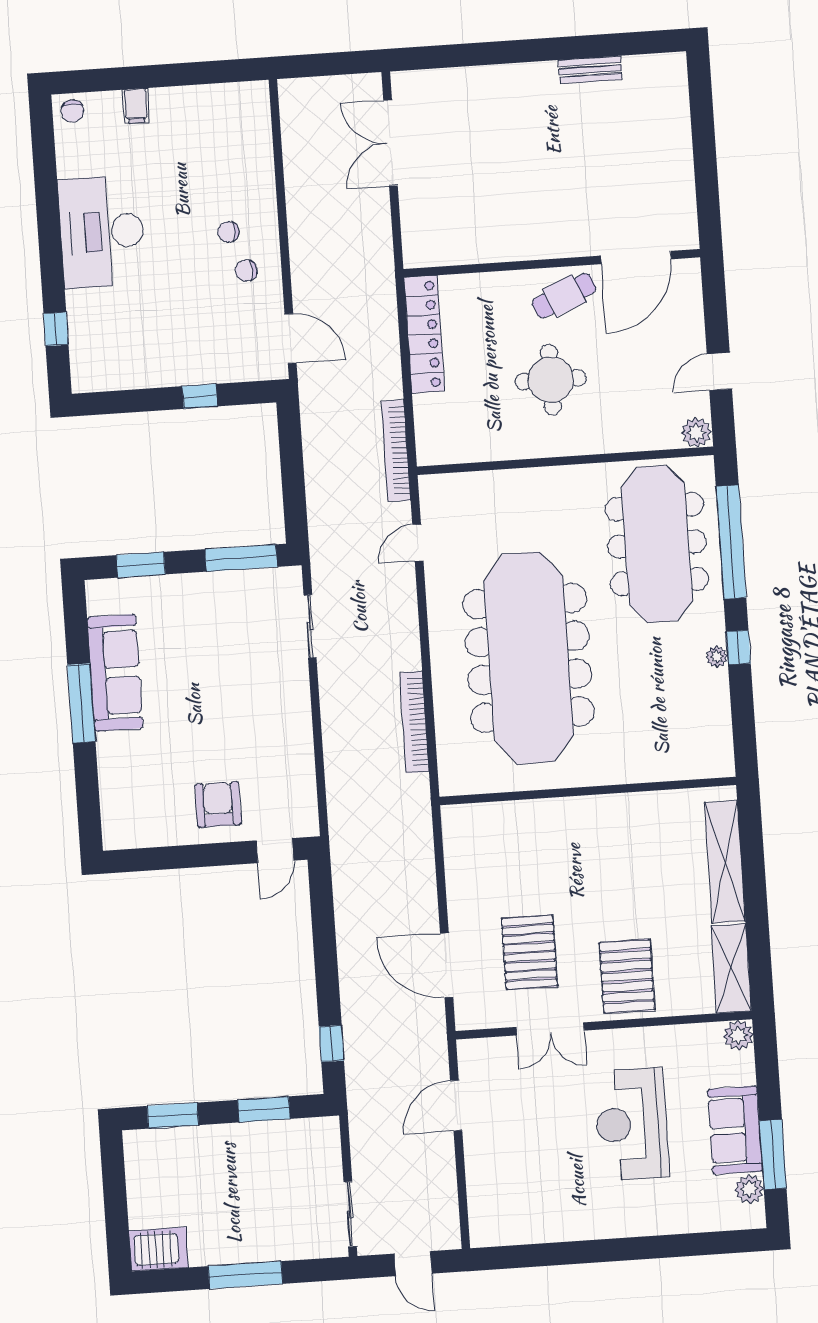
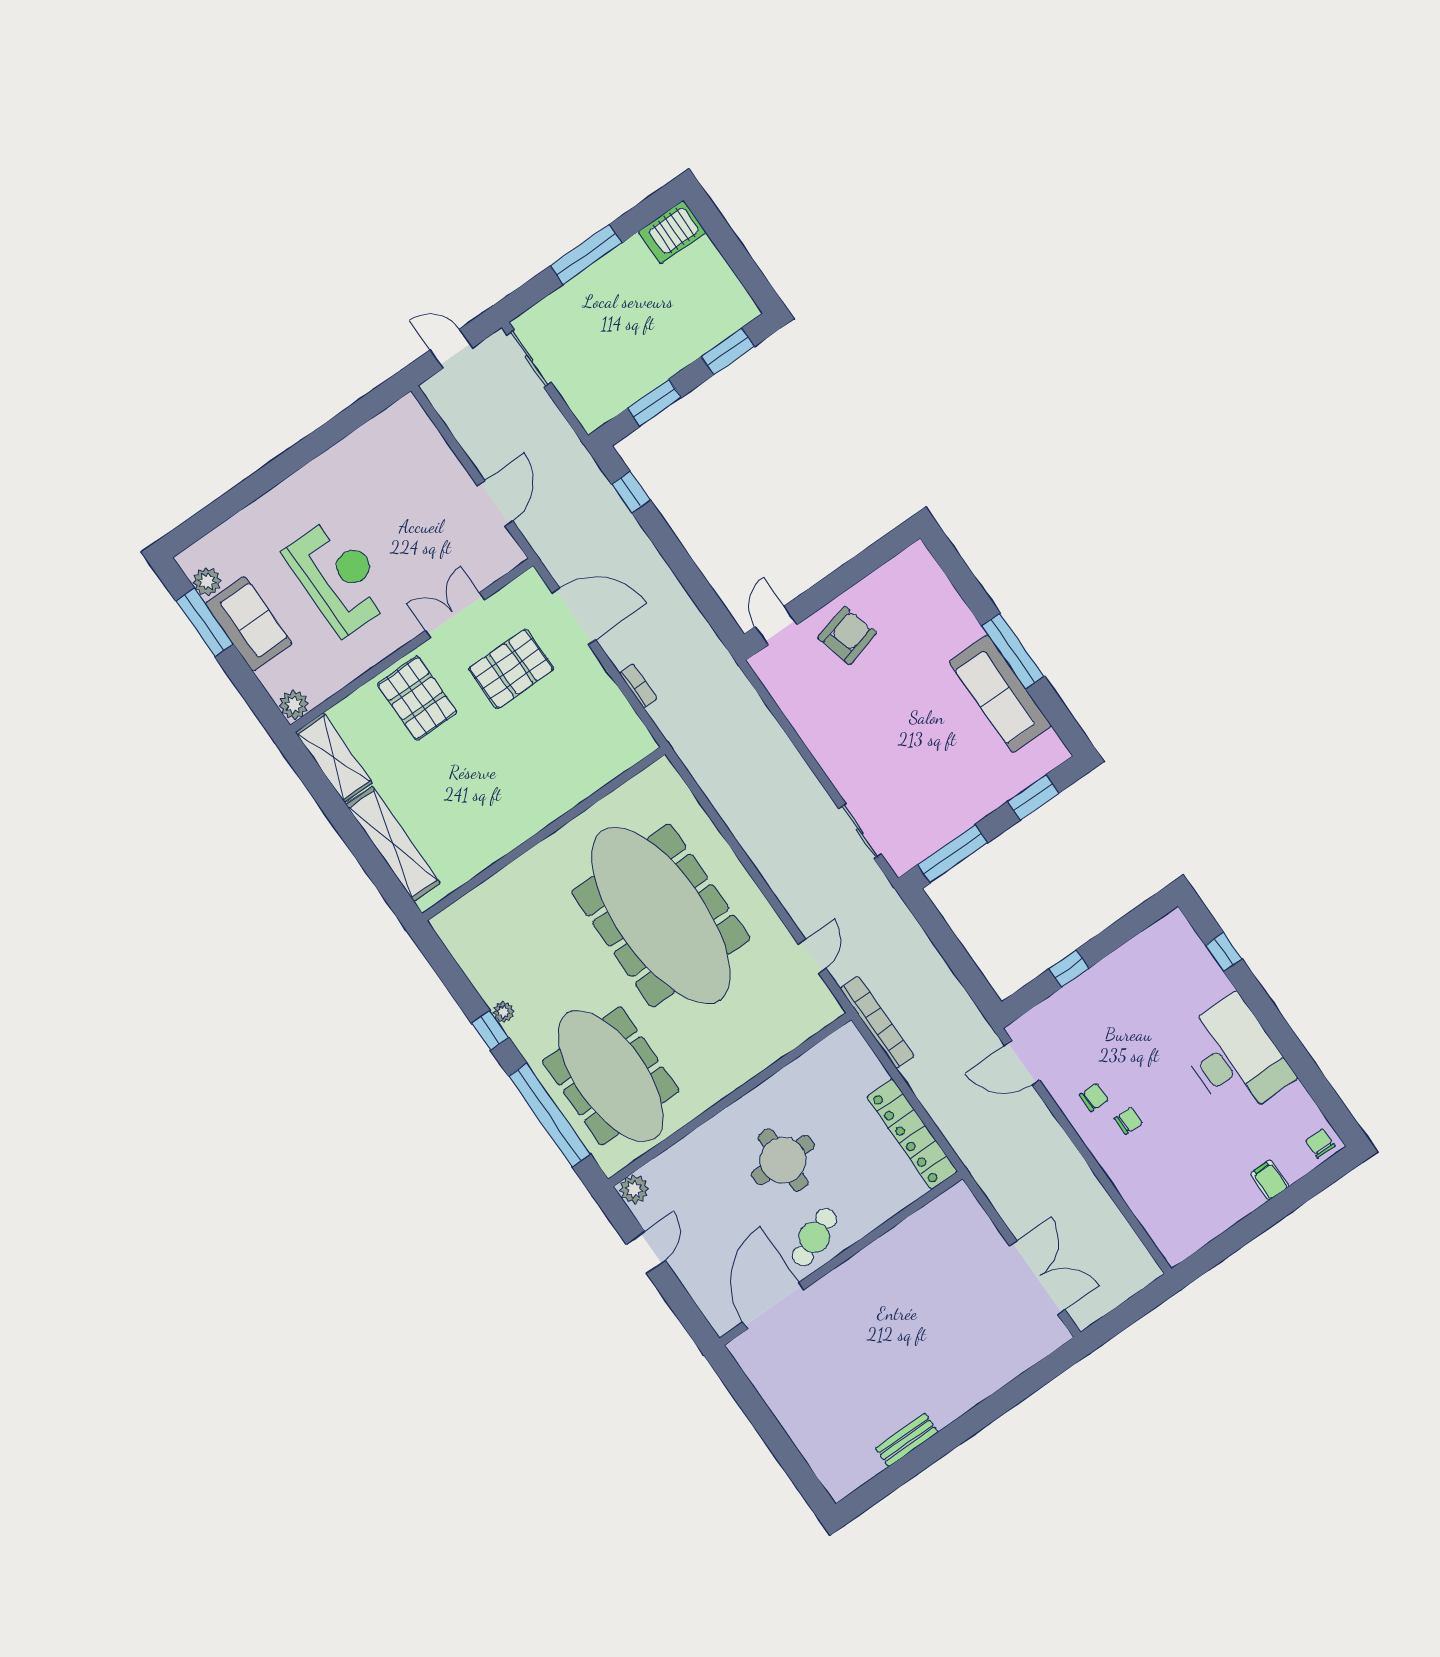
bookcase: (414, 722) -> (638, 686), moved, width x0.43, depth x0.76
armchair: (218, 804) -> (847, 635), turned -105
pallet: (529, 952) -> (511, 669), turned 90

